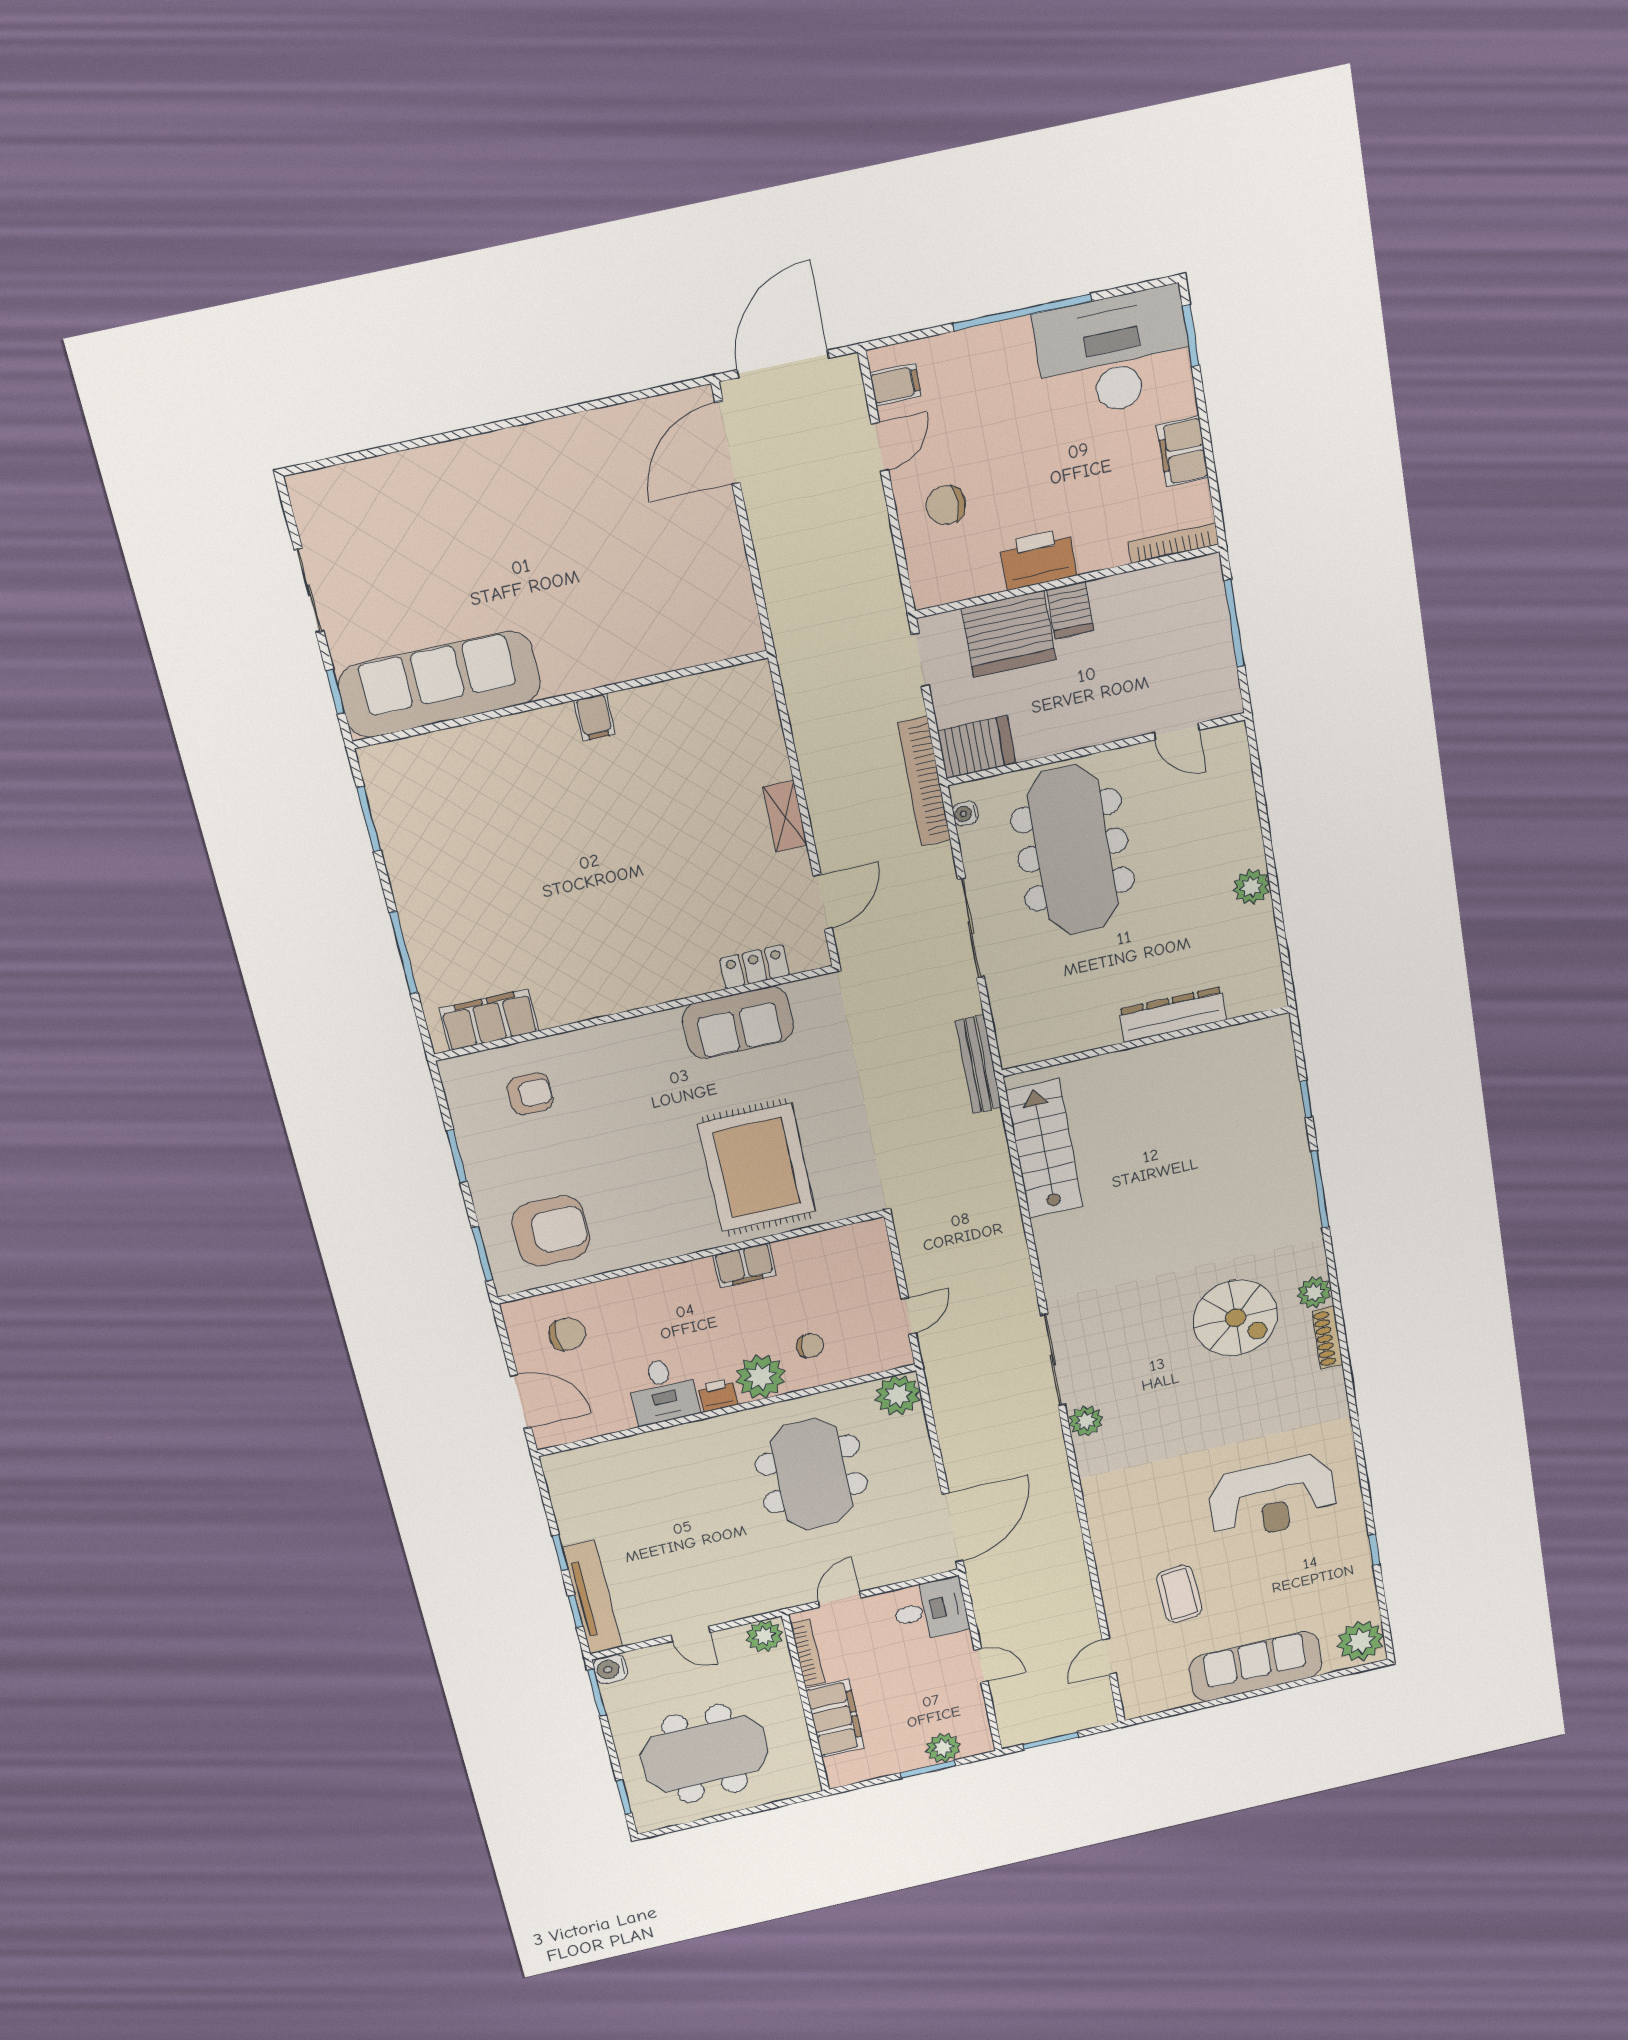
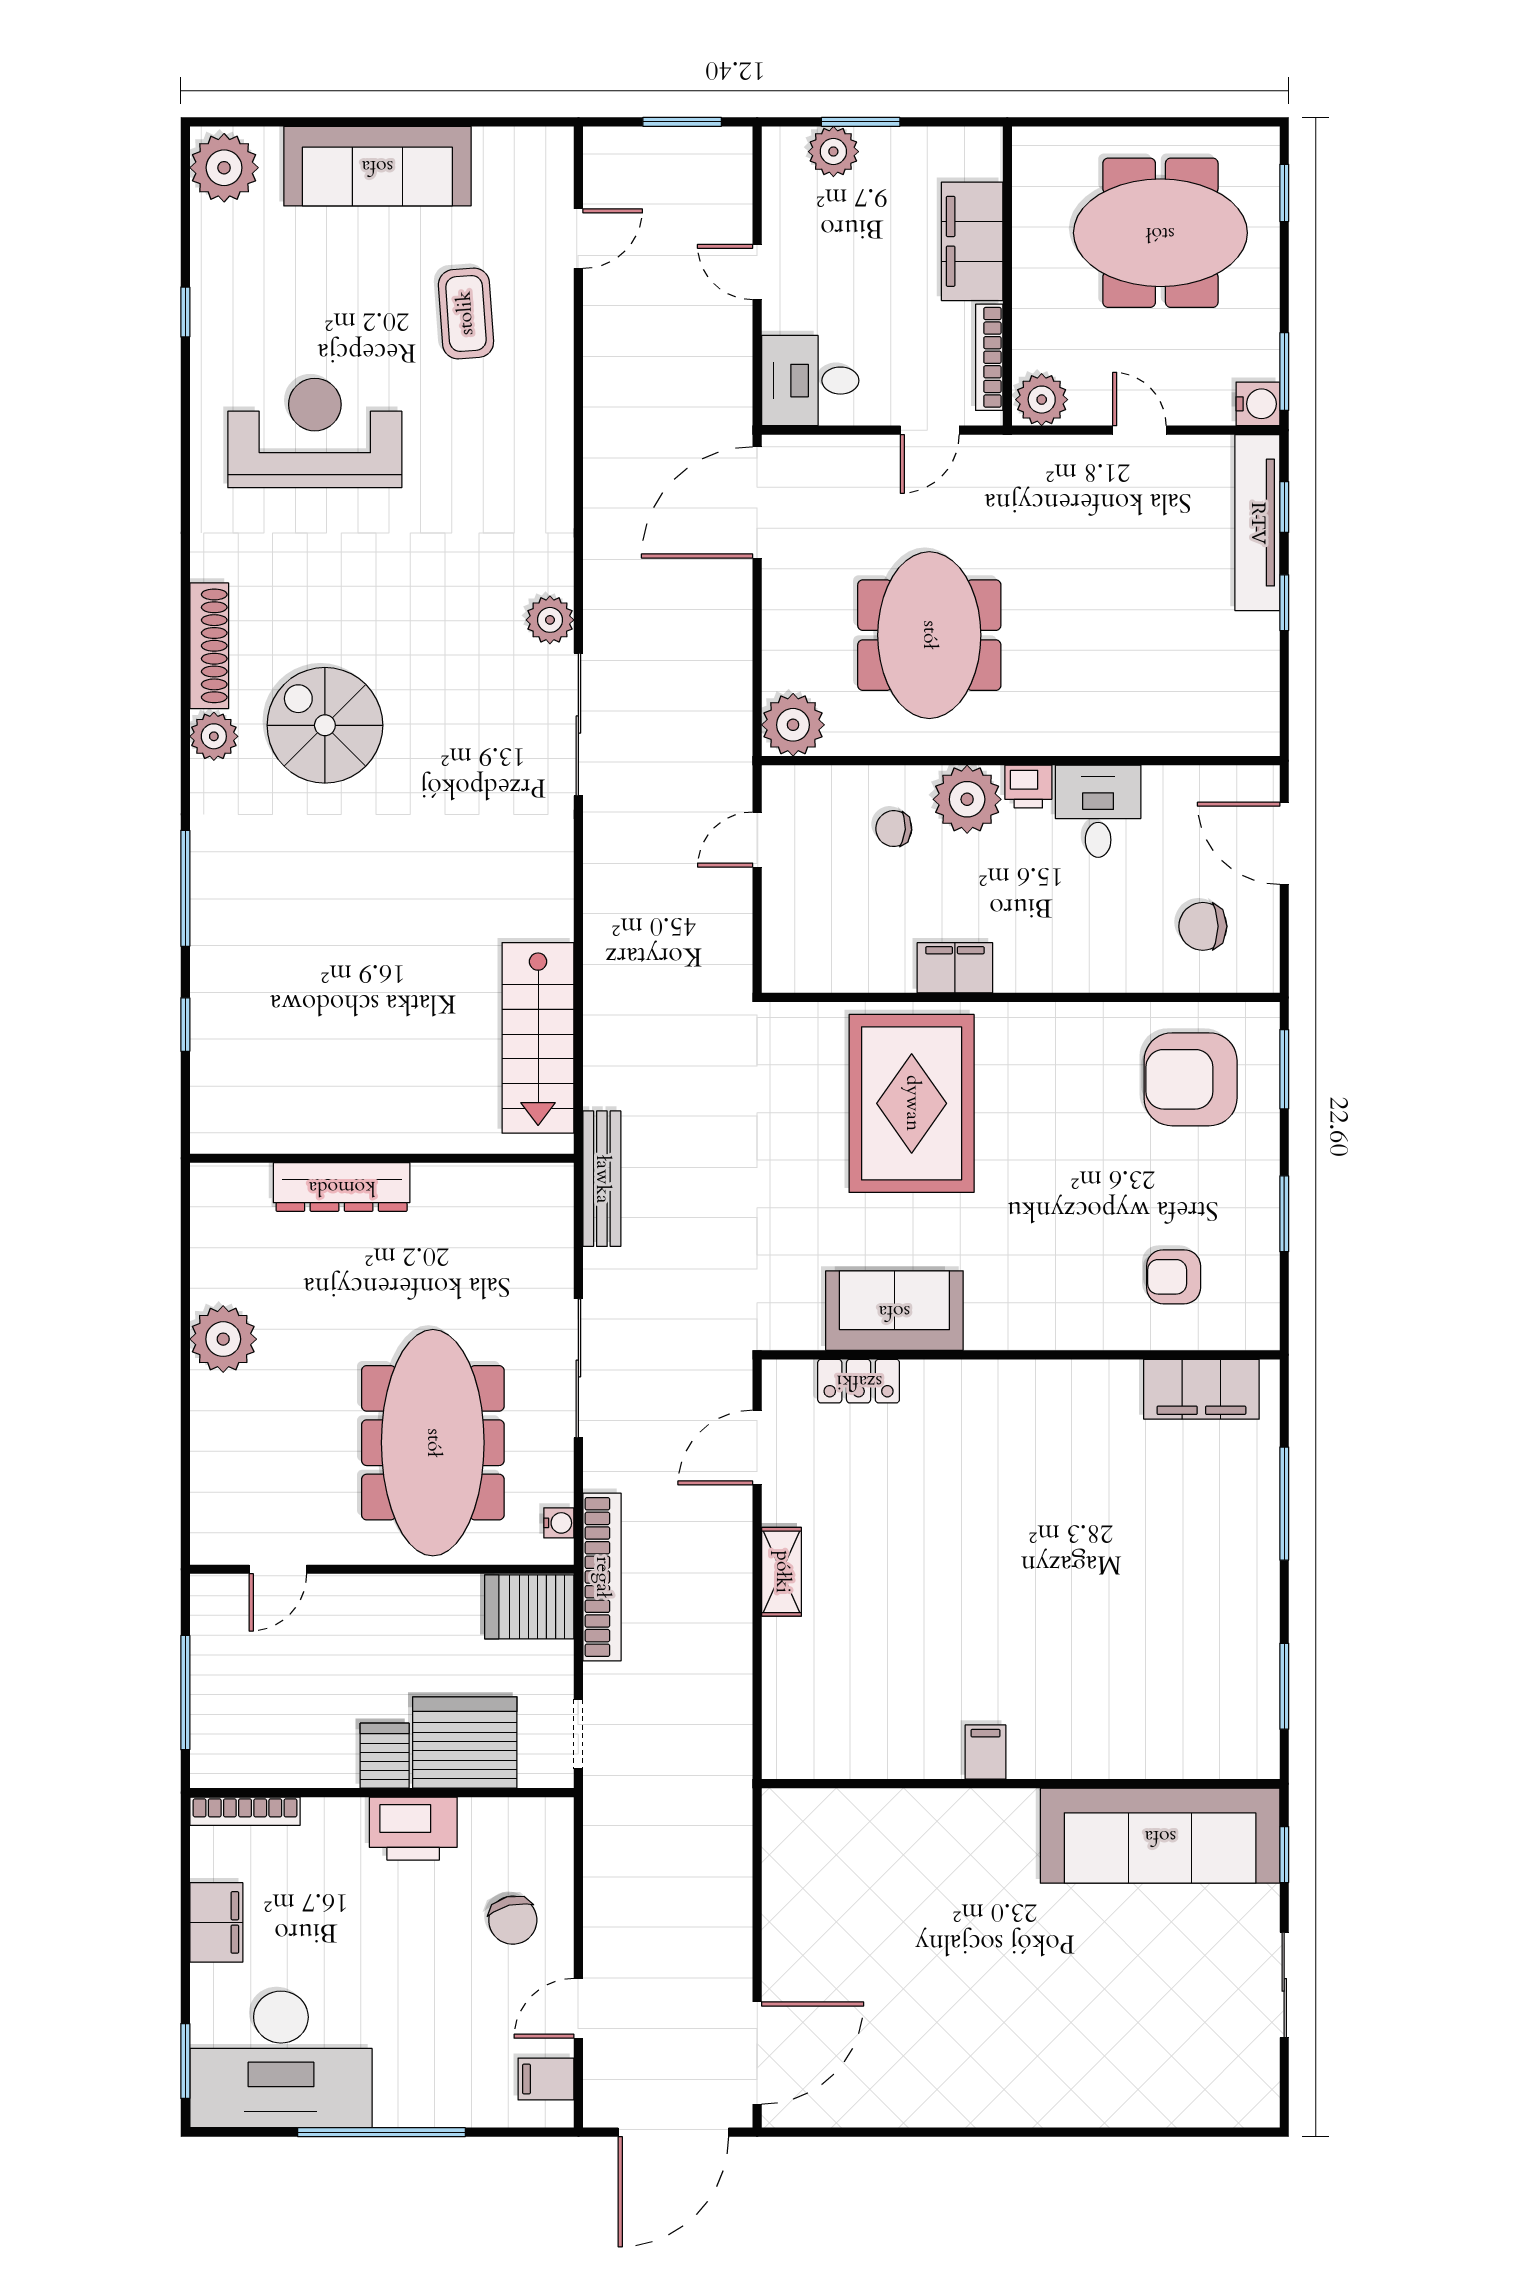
chair: (946, 505) -> (513, 1920), turned 76
door: (1177, 731) -> (278, 1569), swing flipped
plant: (1251, 887) -> (223, 1339), width x1.36, depth x1.36
shoe rack: (1327, 1338) -> (209, 646), width x1.36, depth x1.24

